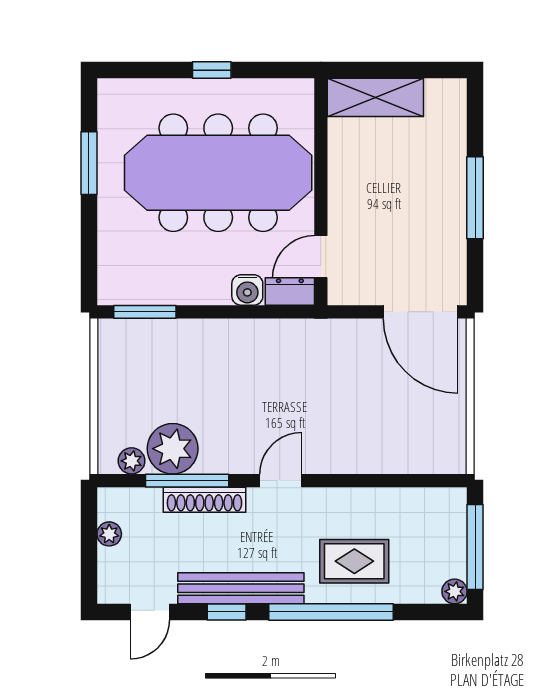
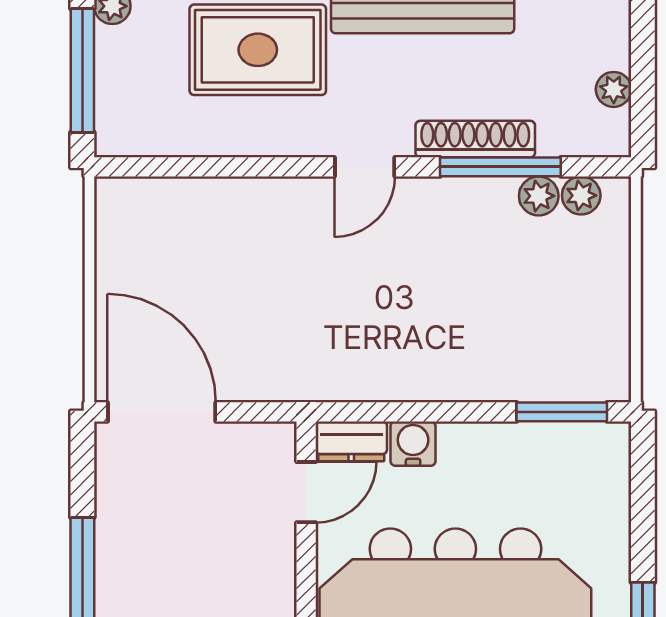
plant: (173, 449) -> (539, 196), width x0.53, depth x0.53
rug: (354, 561) -> (258, 50), width x1.36, depth x1.43

